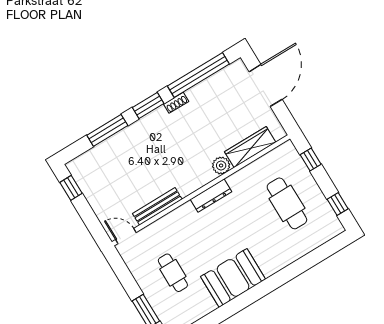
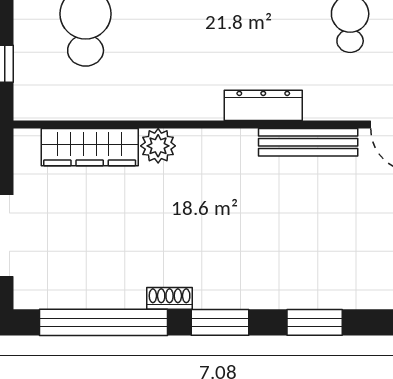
window: (107, 130) -> (315, 322), width x0.69
dresser: (211, 196) -> (263, 105), moved

